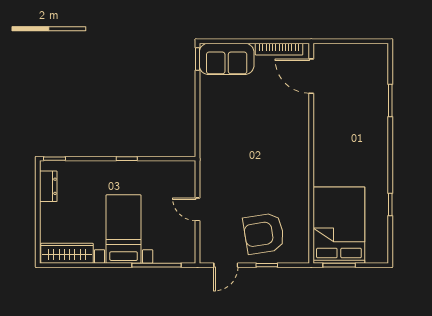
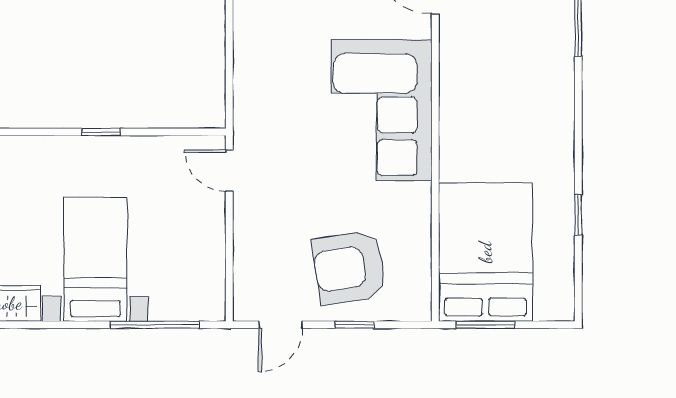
corner sofa: (282, 147) -> (382, 110), added
door: (197, 209) -> (229, 171), moved

